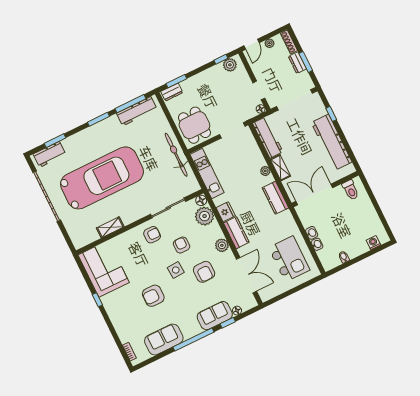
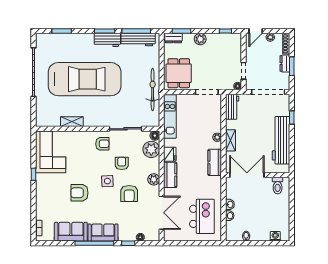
plant: (230, 65) -> (200, 39), moved
workbench: (268, 137) -> (232, 107), width x0.73
workbench: (50, 154) -> (107, 40), moved
sofa: (215, 316) -> (103, 233), moved

